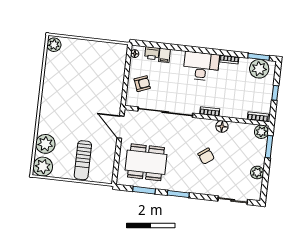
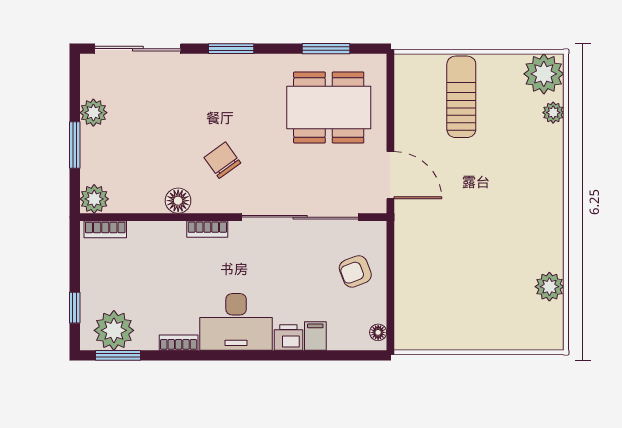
plant: (54, 45) -> (549, 287), moved
printer: (152, 53) -> (288, 337), moved
window: (275, 93) -> (75, 308), moved
plant: (45, 144) -> (553, 113), width x0.53, depth x0.53
window: (269, 147) -> (75, 145), moved
chair: (206, 156) -> (222, 160), moved
window: (178, 194) -> (231, 49), moved
sliding door: (233, 200) -> (138, 49), width x1.37

